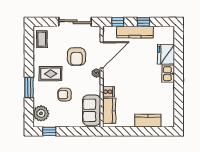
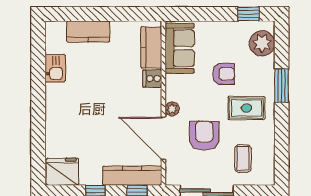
kitchen counter: (135, 32) -> (132, 176), moved
coffee table: (42, 39) -> (243, 158), moved
fridge: (166, 54) -> (62, 172), moved, turned -90
door: (102, 55) -> (163, 138), hinge flipped
kitchen sink: (168, 74) -> (55, 68), moved

